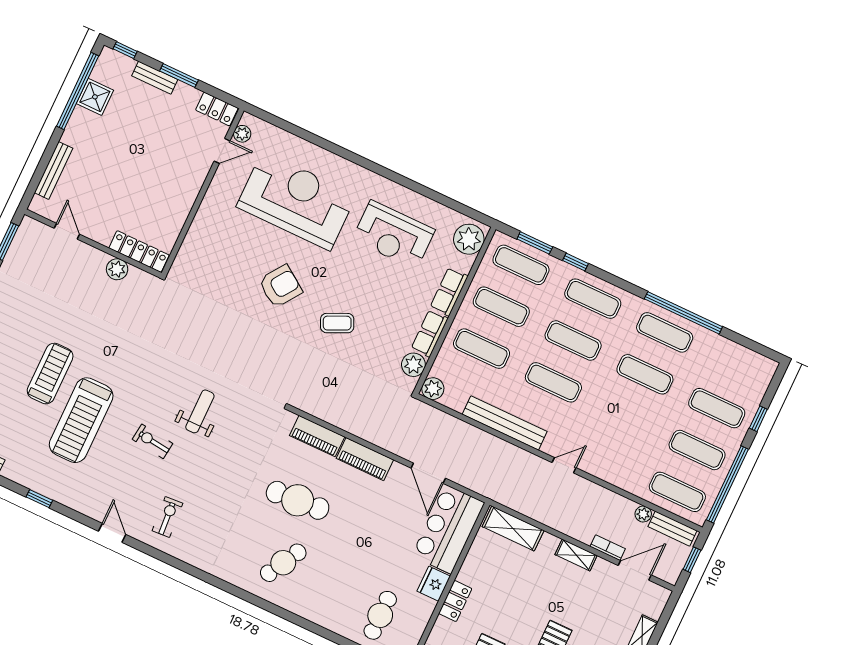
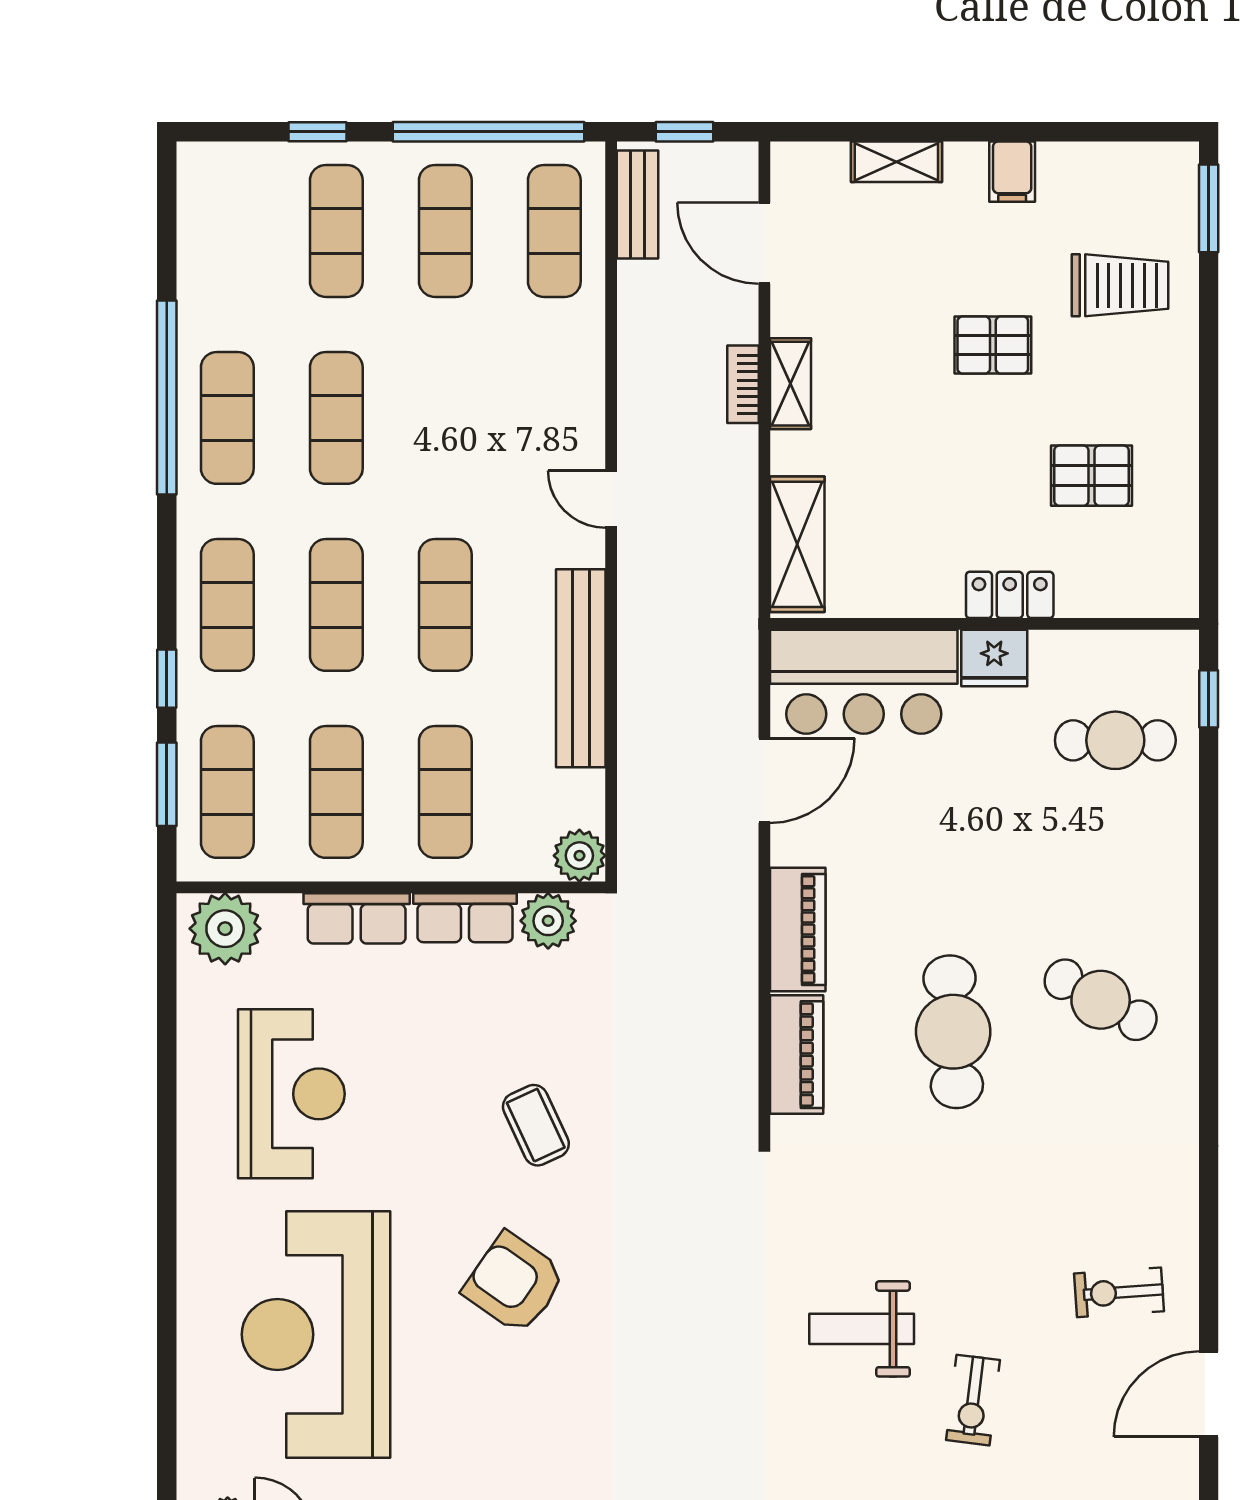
plant: (643, 514) -> (636, 282), removed
door: (112, 533) -> (1209, 1394), width x1.38
bookcase: (608, 548) -> (743, 384), moved

